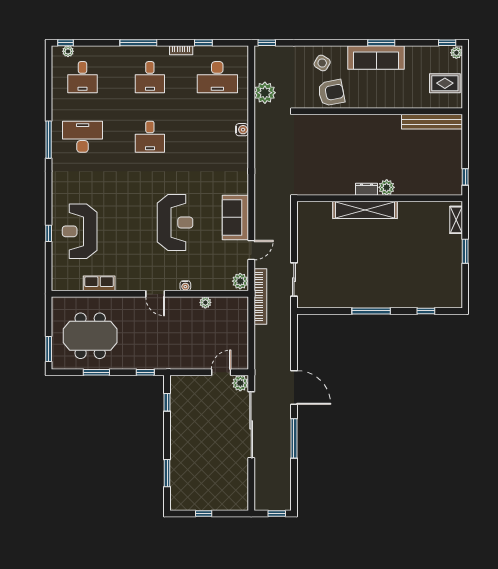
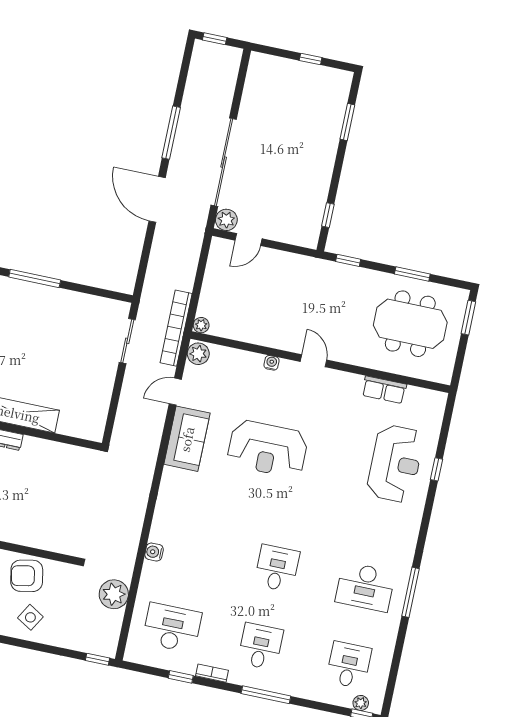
reception desk: (175, 223) -> (268, 449), turned -90
plant: (205, 302) -> (201, 325), moved

